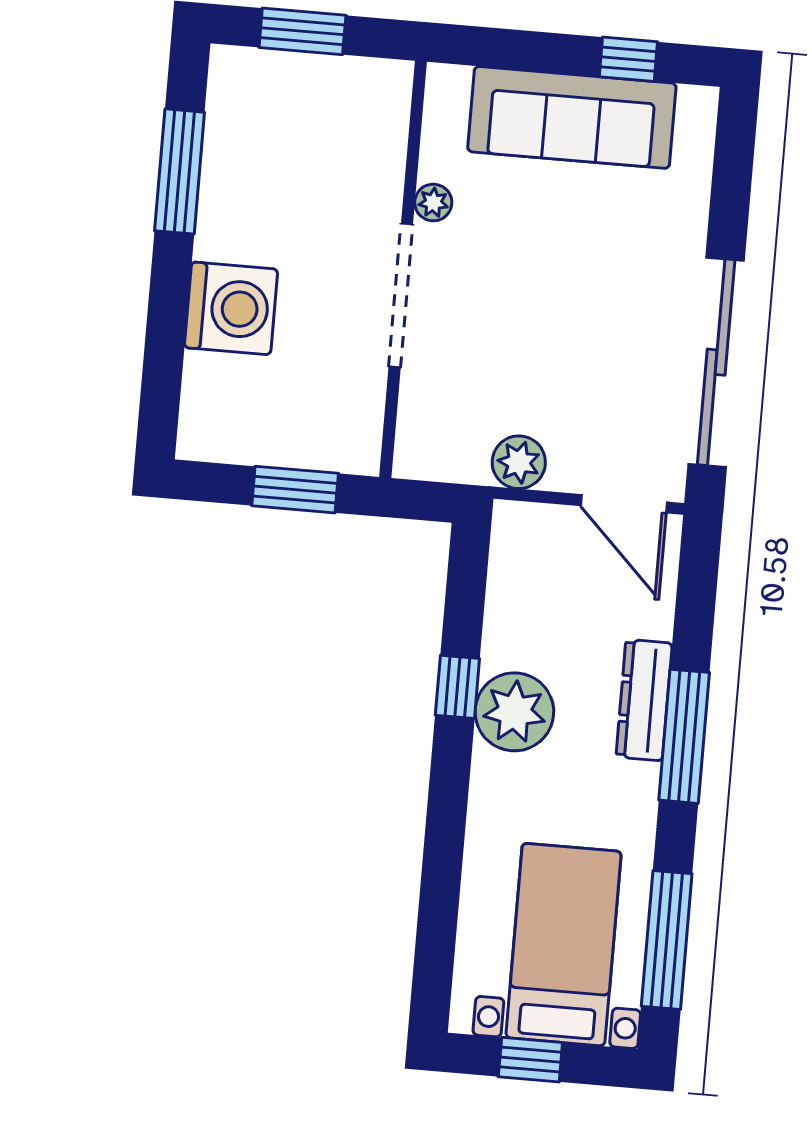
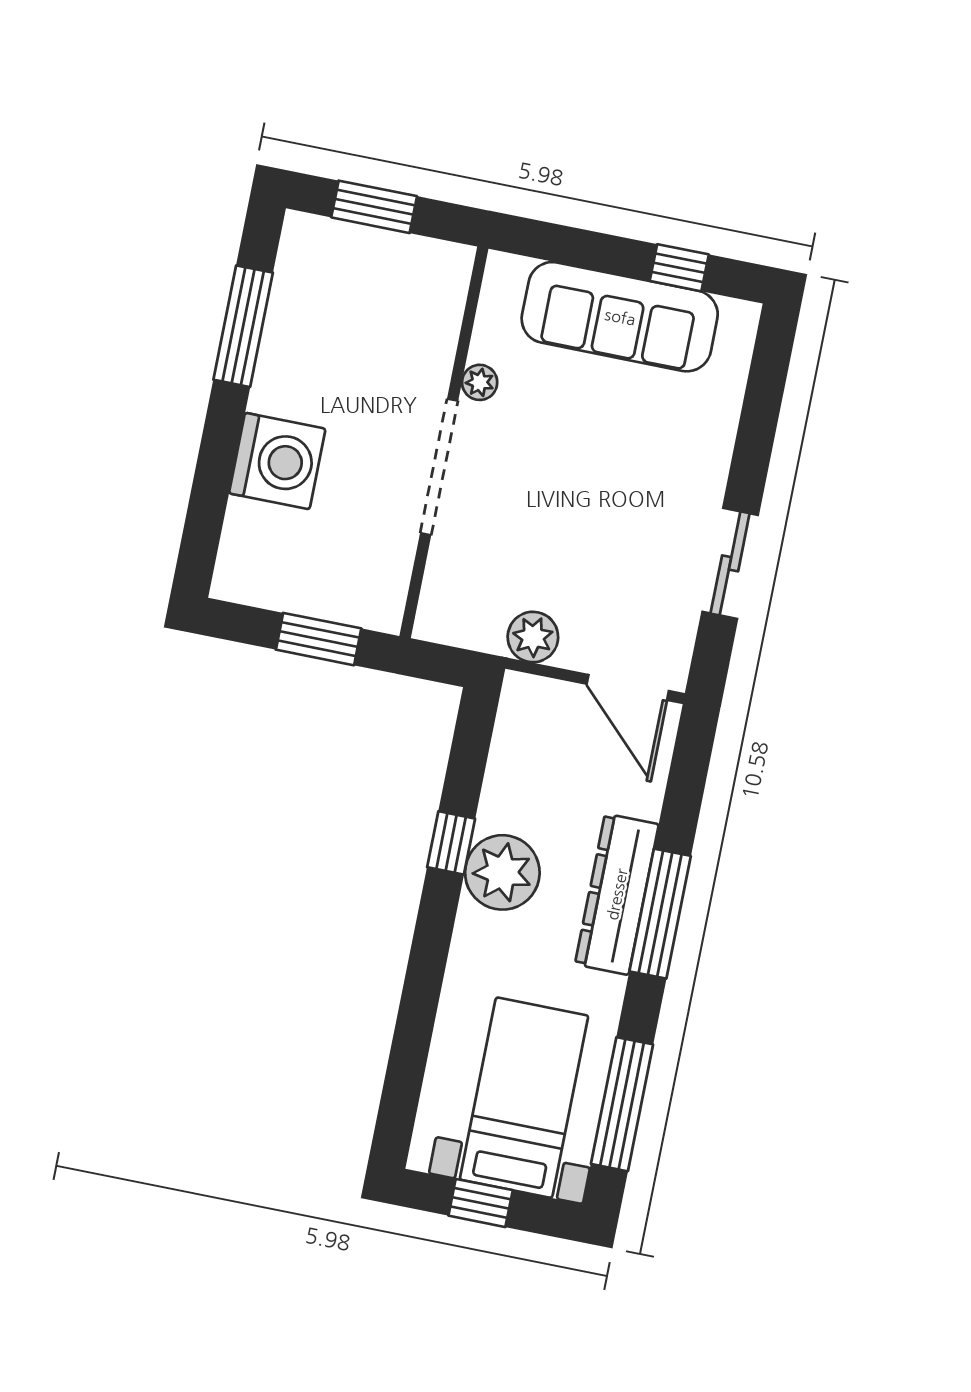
sliding door: (716, 362) -> (730, 563), width x0.54
dresser: (644, 700) -> (617, 894), width x1.37, depth x1.24

